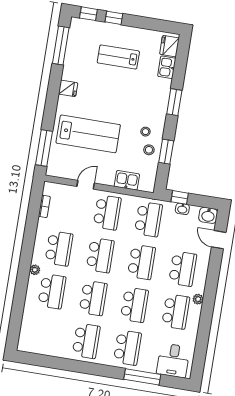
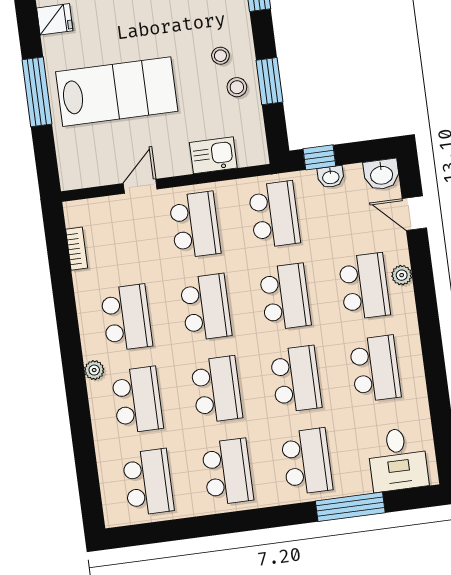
window: (44, 148) -> (37, 92), moved
plant: (198, 299) -> (402, 275), moved
school desk: (45, 334) -> (148, 482), added

